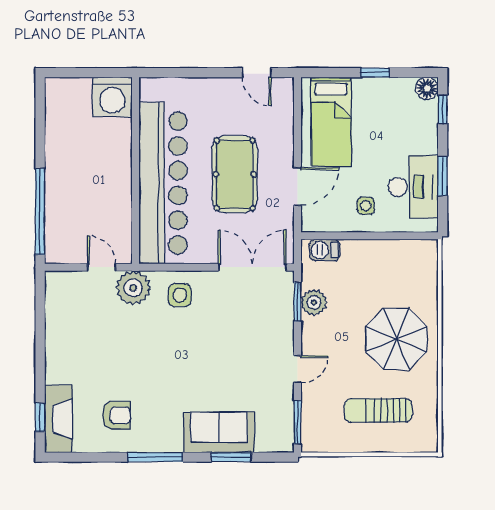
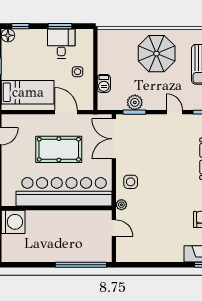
desk: (413, 187) -> (61, 43), width x0.73
barbecue: (325, 250) -> (104, 83), moved
door: (102, 267) -> (114, 228), swing flipped
plant: (133, 288) -> (121, 205), width x0.53, depth x0.53

